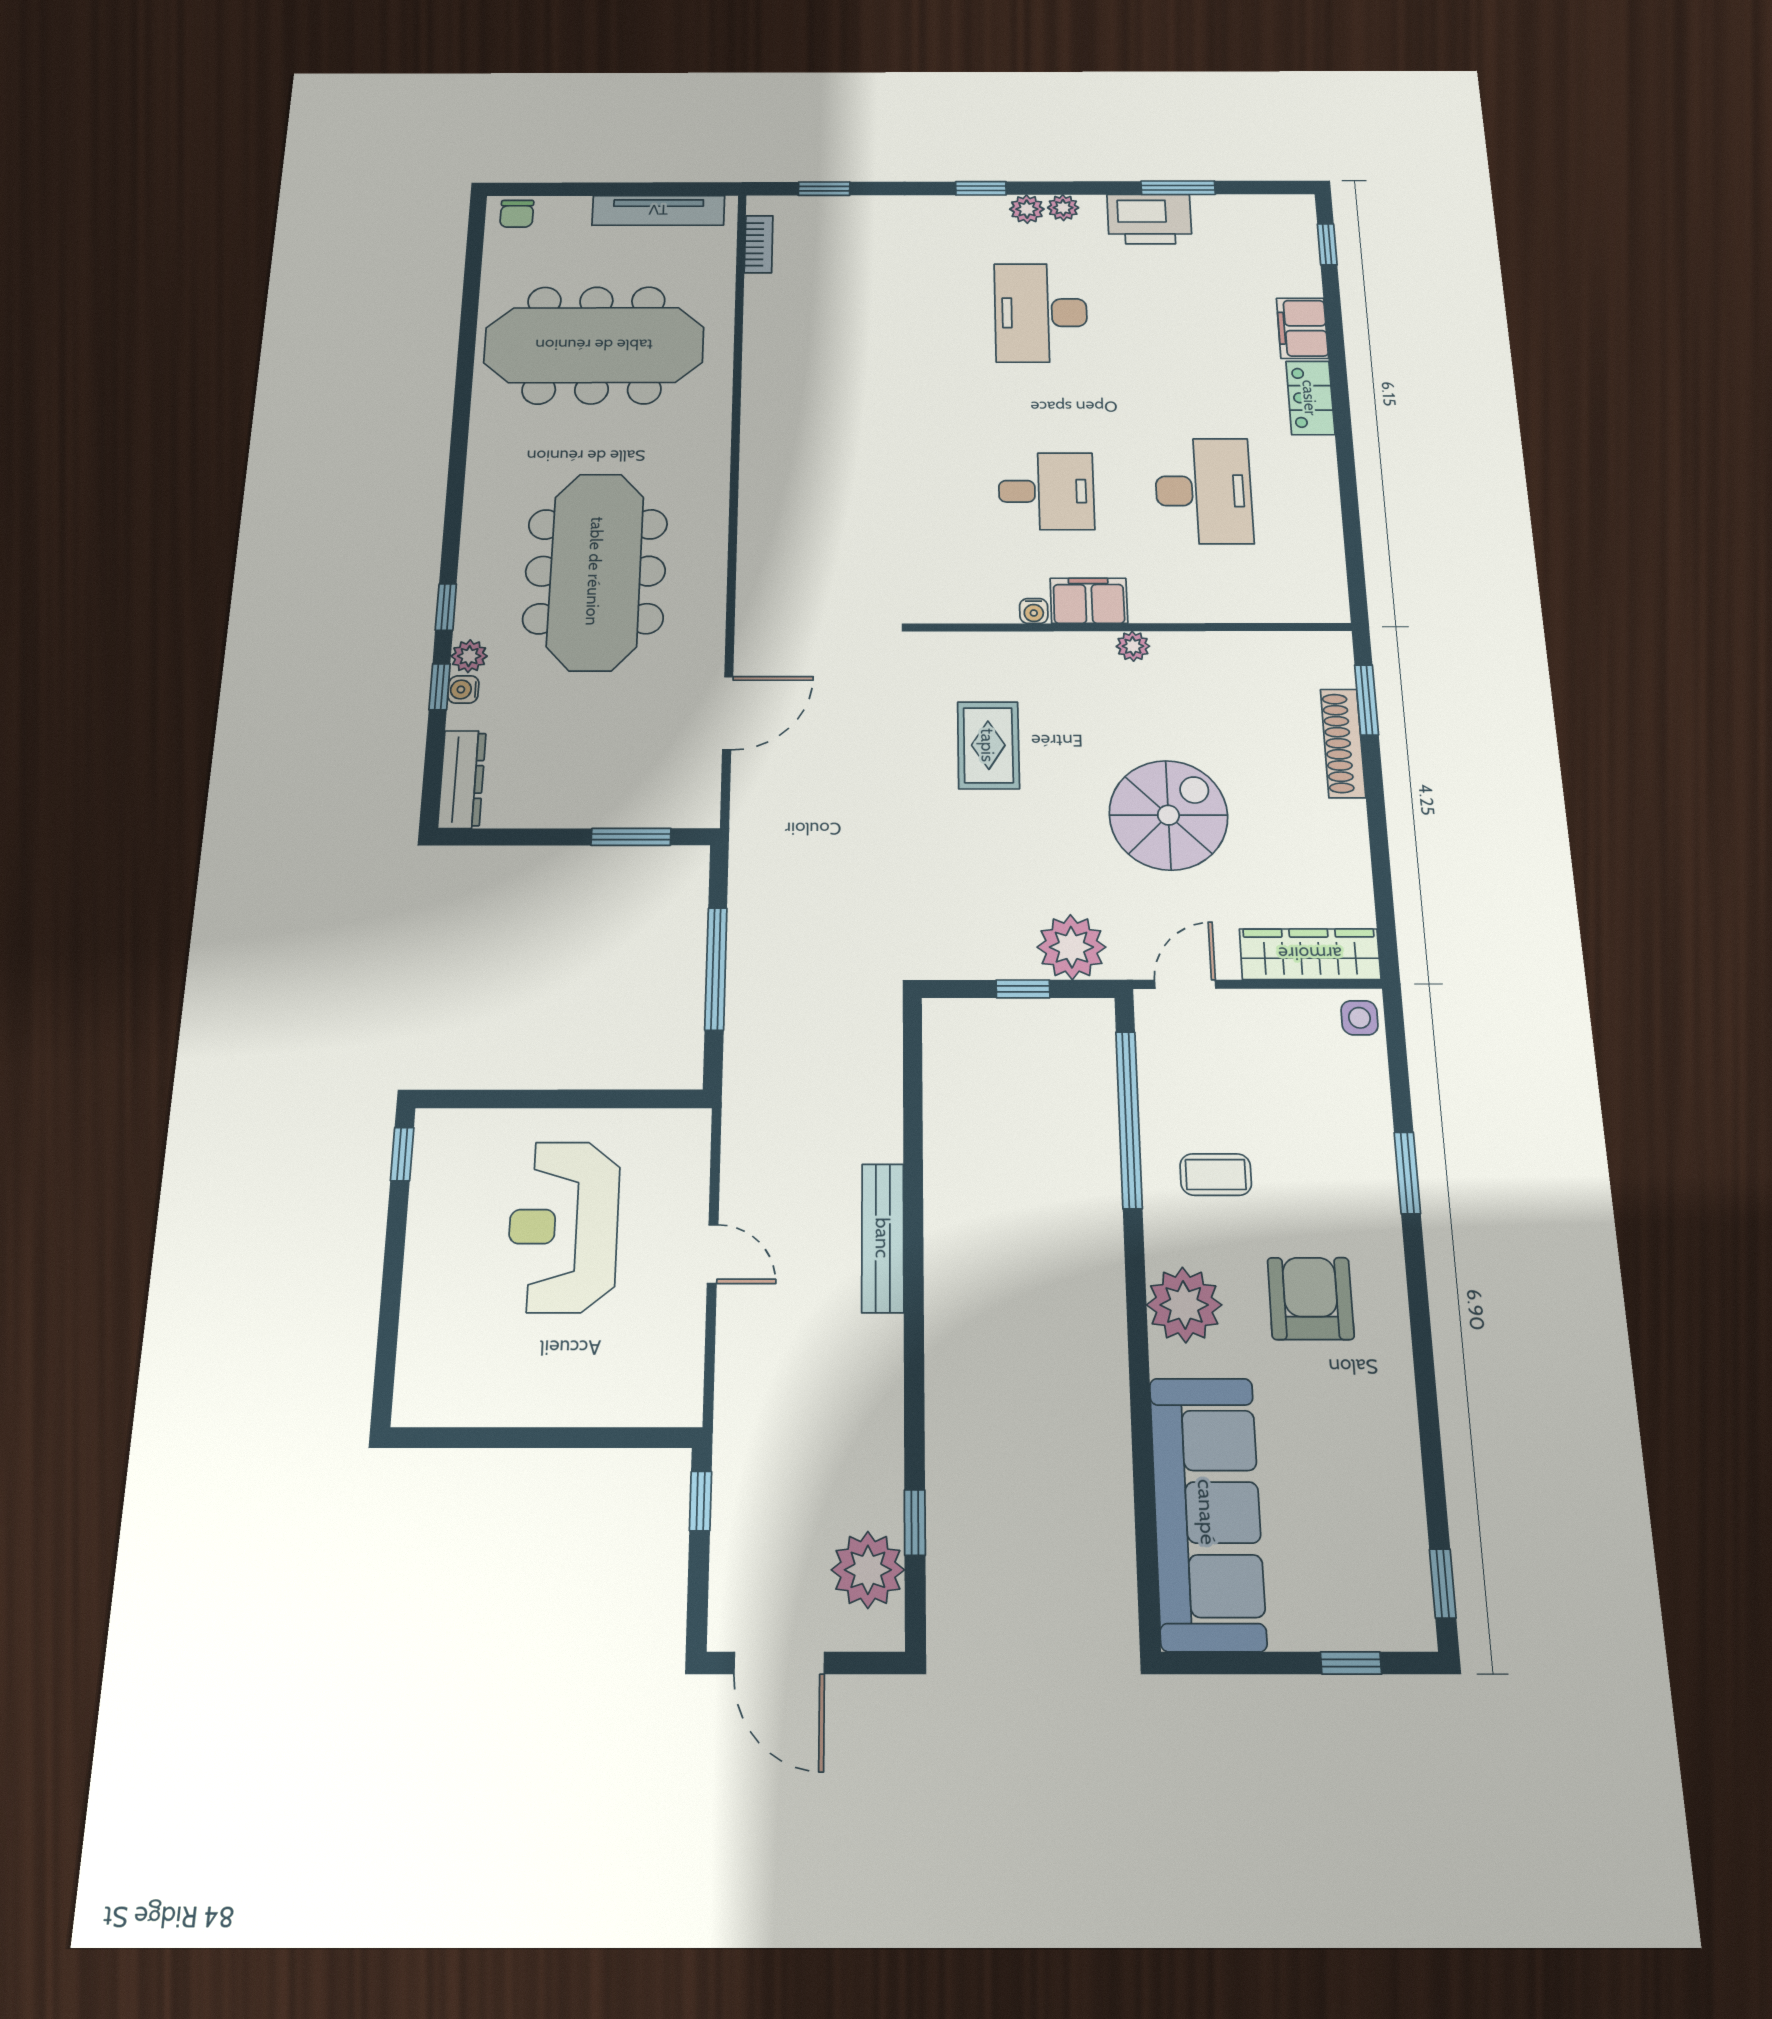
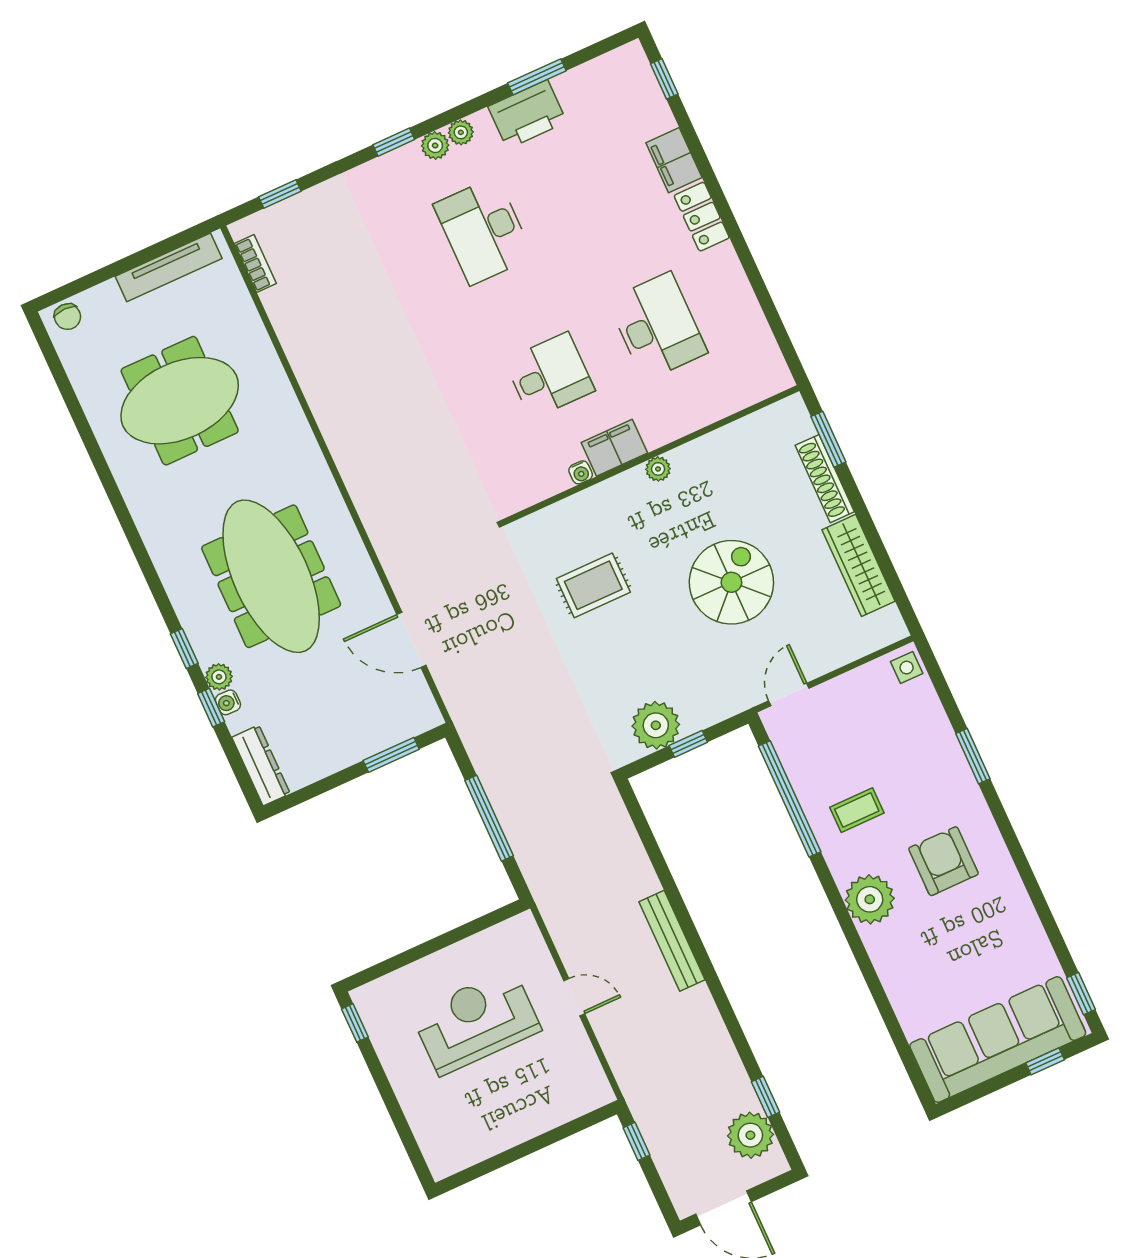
meeting table: (594, 345) -> (180, 401), width x0.73
door: (728, 713) -> (411, 640), swing flipped
rug: (988, 745) -> (593, 585), turned 90
plant: (1071, 947) -> (656, 725), moved
wardrobe: (1310, 954) -> (859, 565), moved, turned -90
reception desk: (563, 1227) -> (476, 1022), turned 90
sofa: (1207, 1512) -> (998, 1040), moved, turned -90

